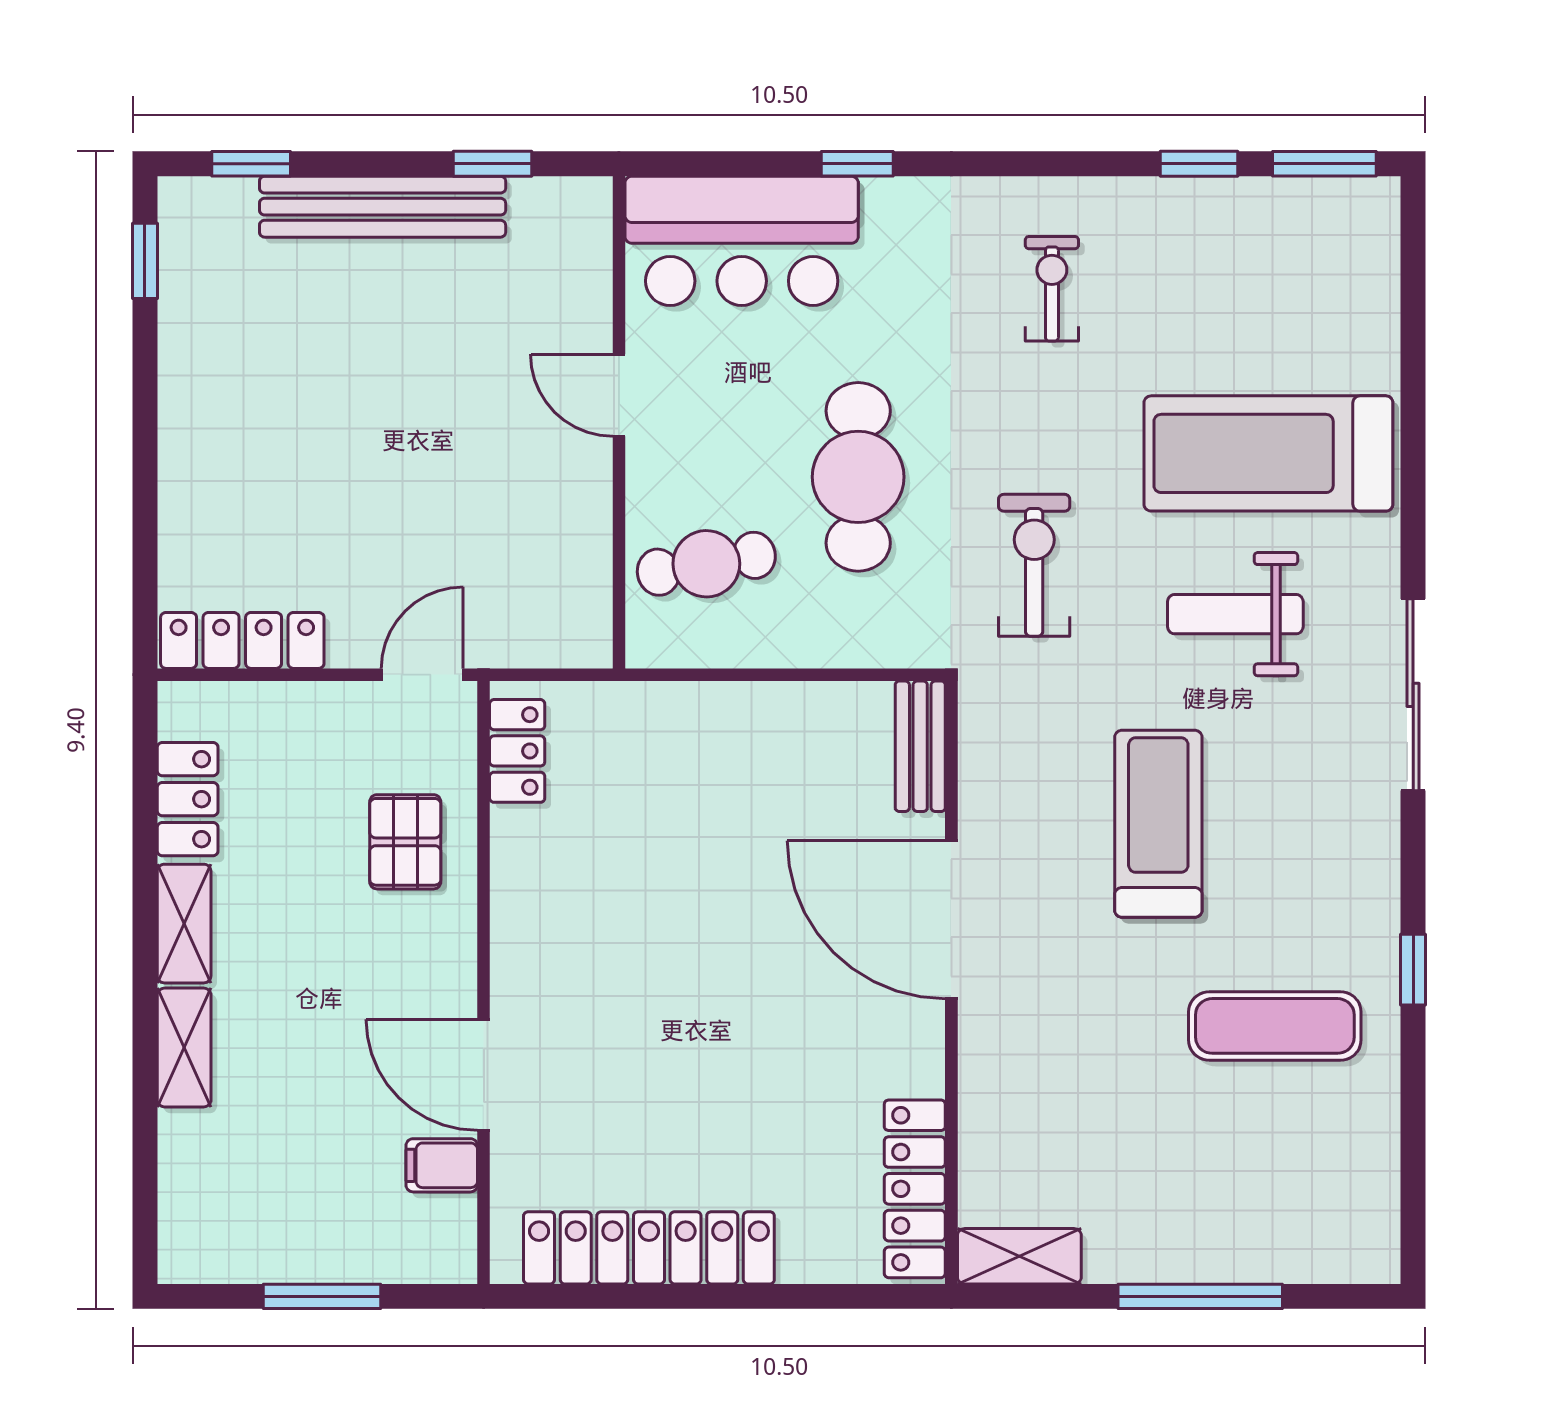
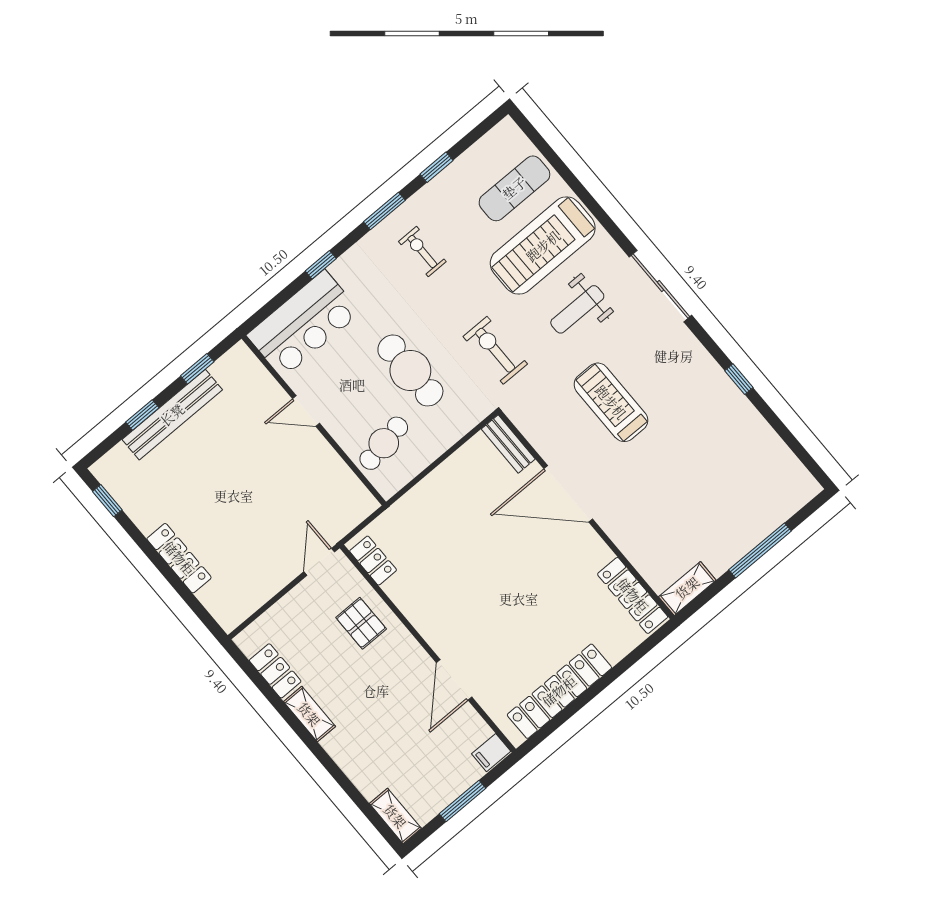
window: (251, 164) -> (142, 415), moved
window: (1324, 164) -> (384, 211), moved
locker: (242, 640) -> (179, 558), moved, turned 90
exercise mat: (1275, 1026) -> (514, 188), moved
shelving: (184, 1047) -> (395, 816), moved
door: (484, 1075) -> (454, 680), hinge flipped
filing cabinet: (442, 1165) -> (491, 753), moved

